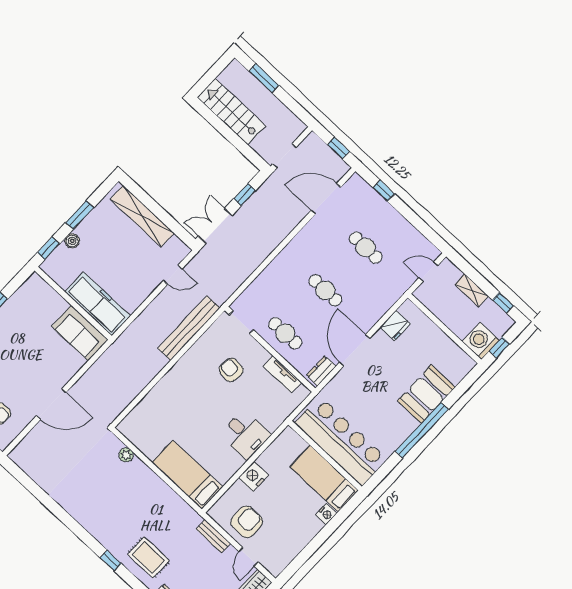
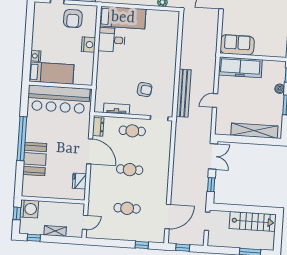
door: (173, 275) -> (215, 100), moved
desk: (245, 434) -> (112, 40), moved

